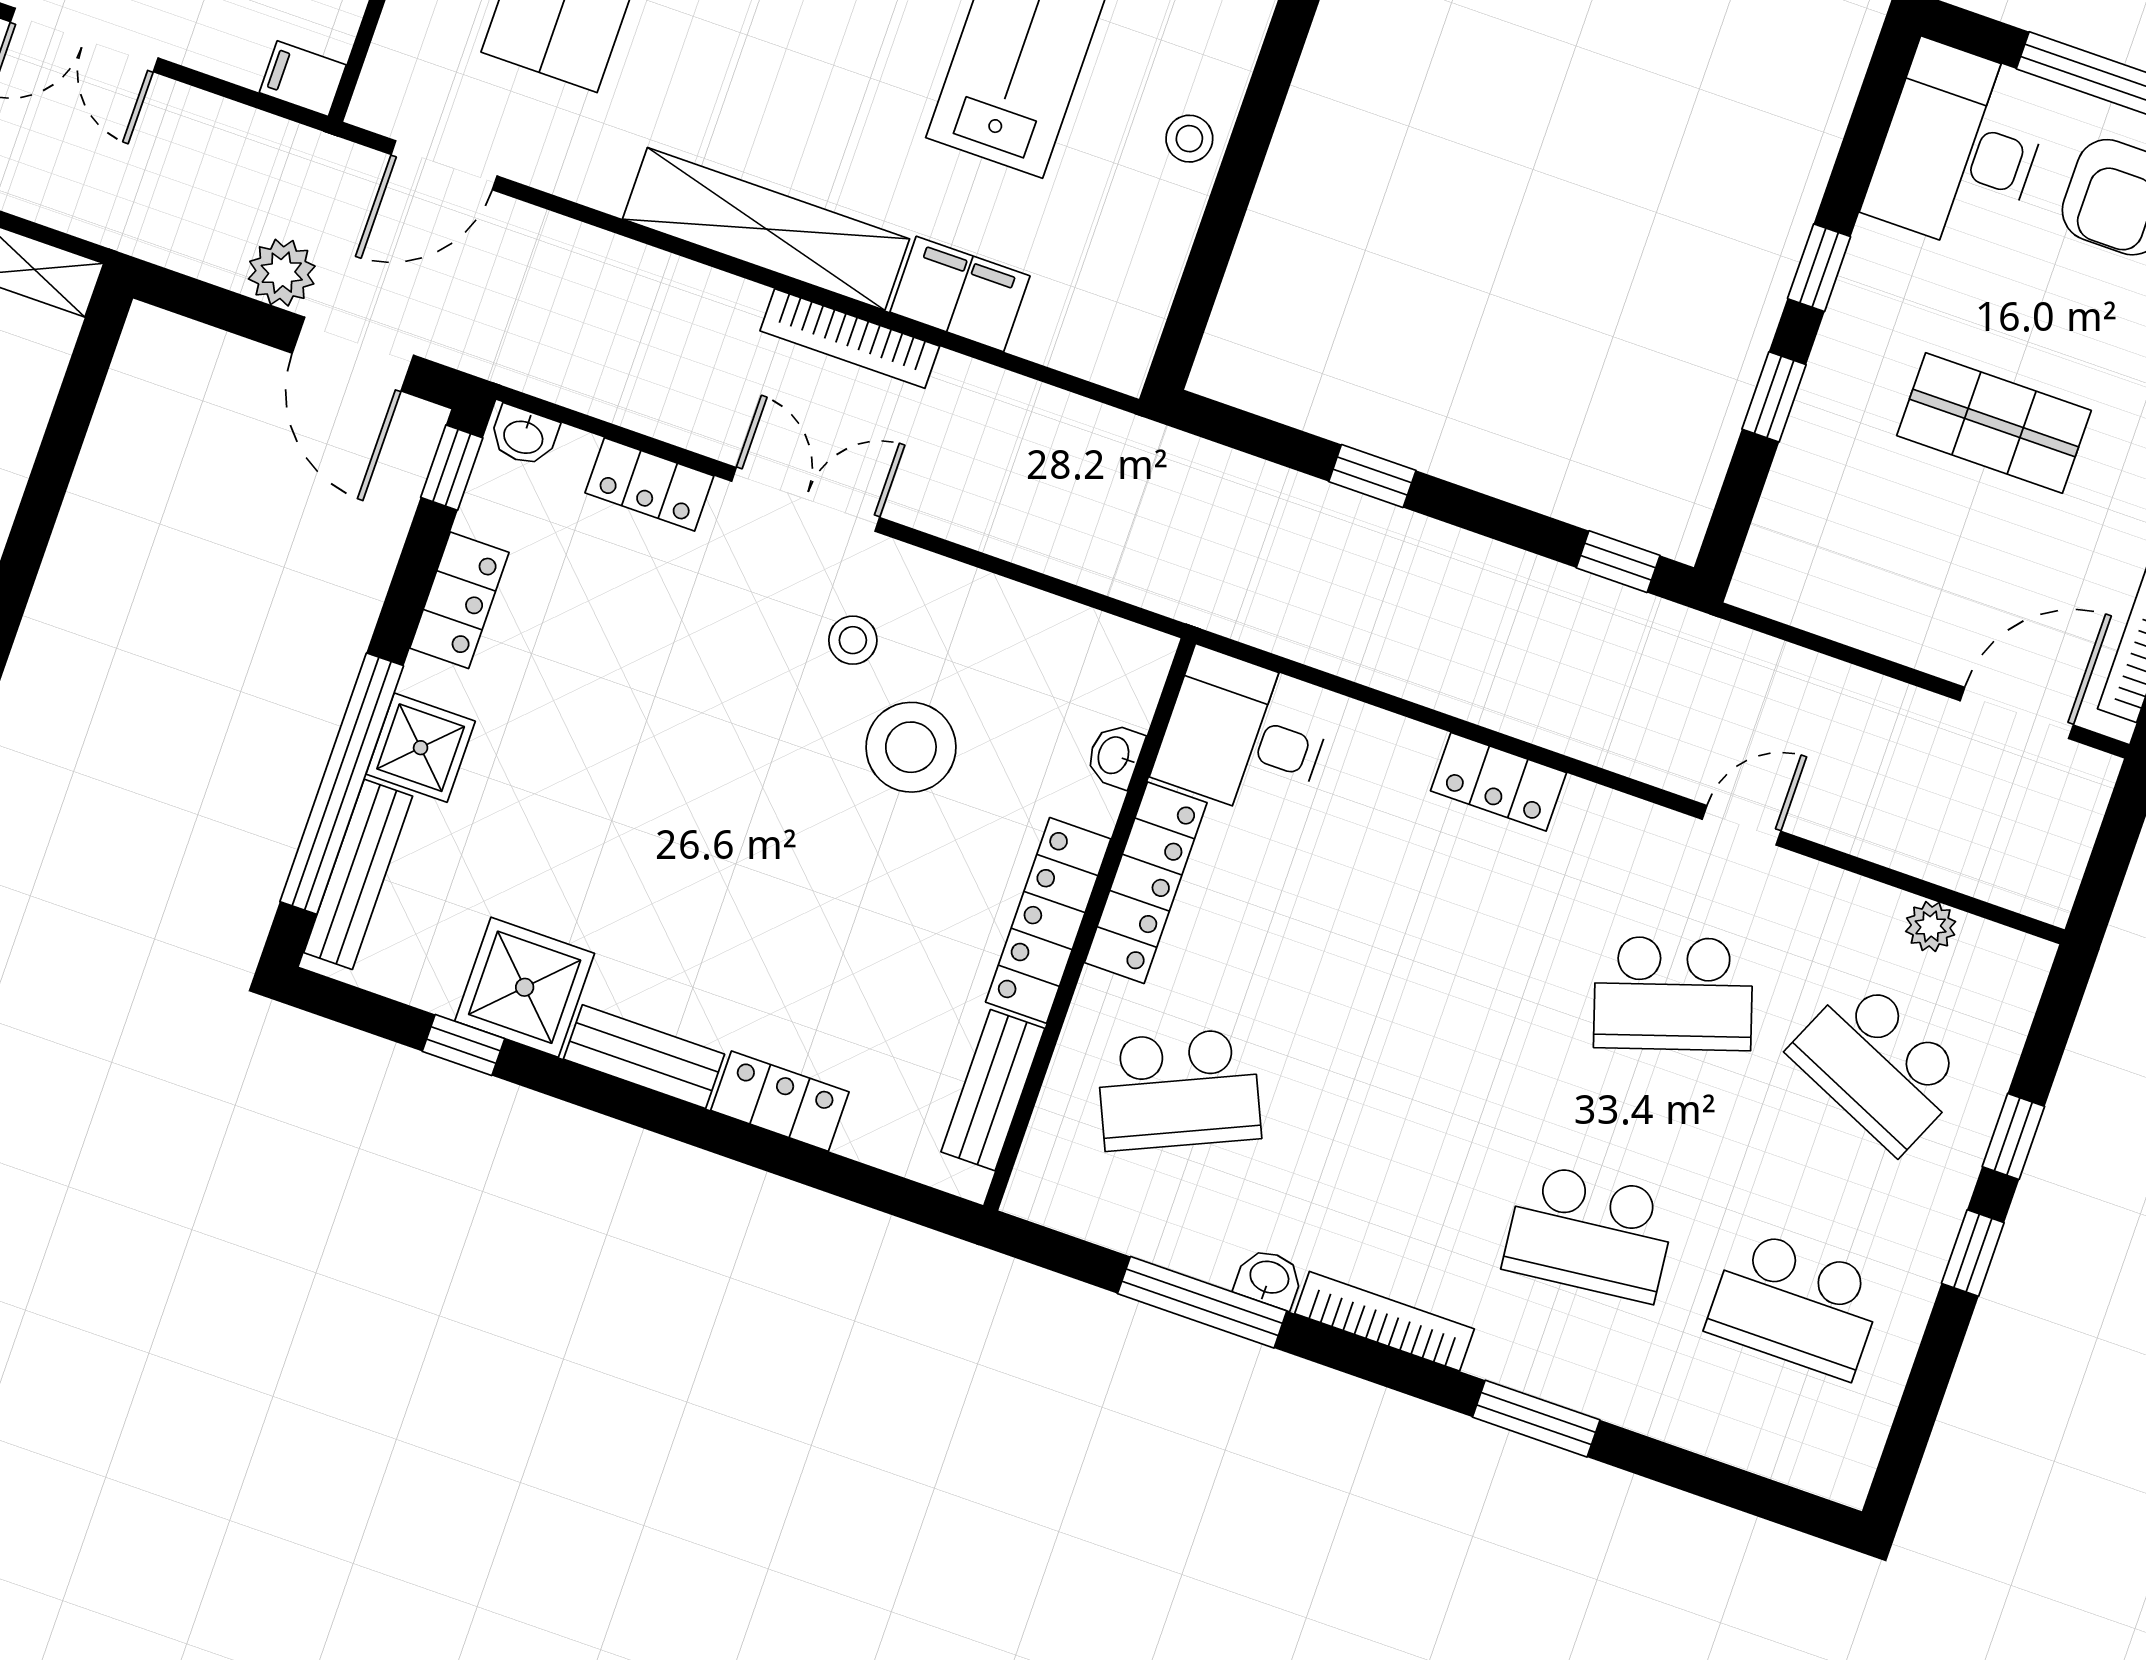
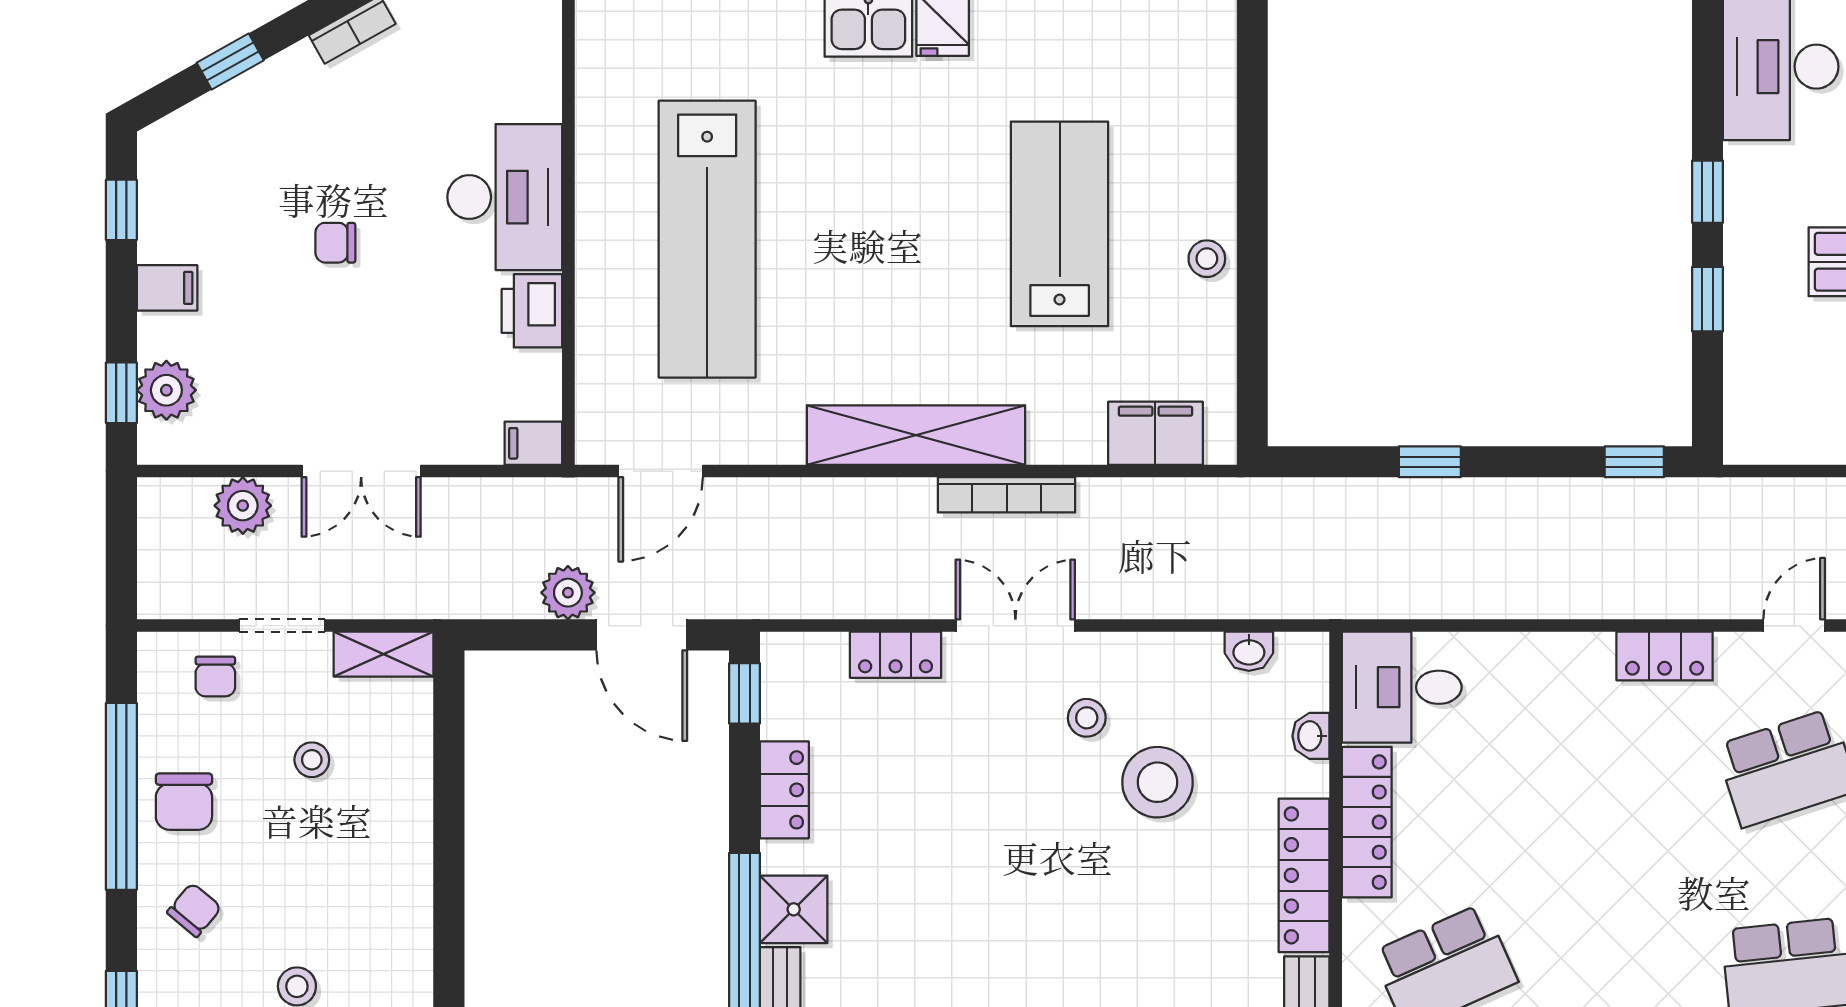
filing cabinet: (960, 294) -> (1155, 433), moved
washbasin: (524, 436) -> (1249, 651), moved
locker: (1499, 782) -> (1665, 656), moved

